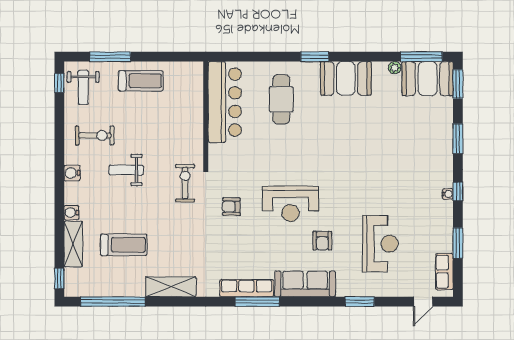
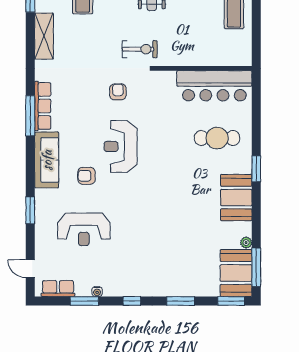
water cooler: (448, 194) -> (97, 292), moved

